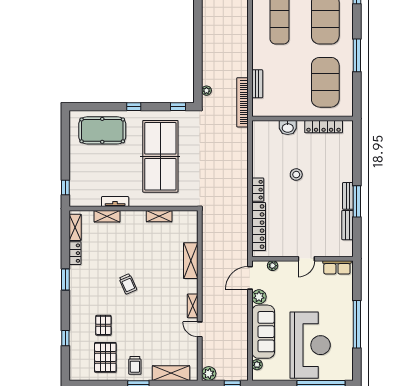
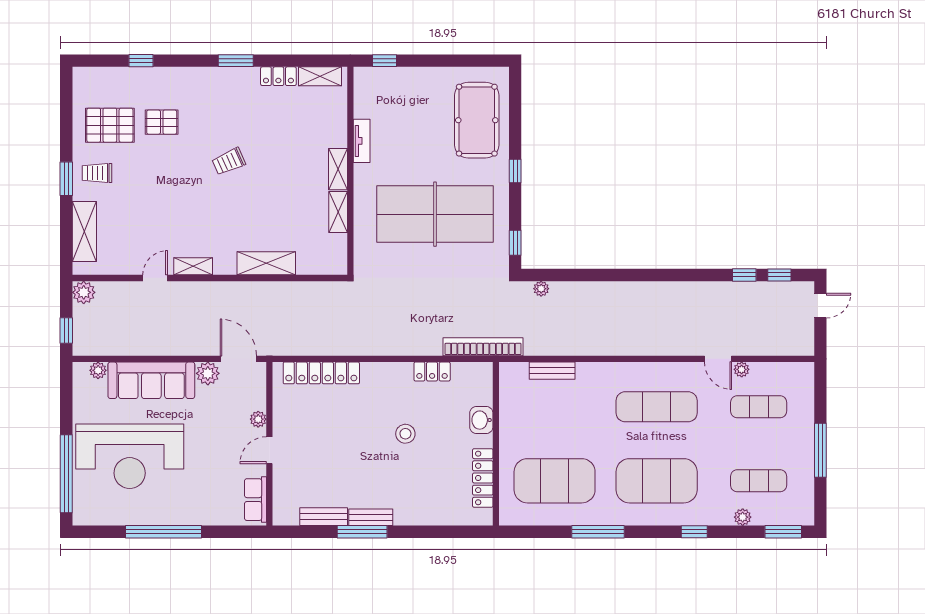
bookcase: (242, 102) -> (483, 347), moved
locker: (258, 190) -> (432, 372), moved
shelving: (107, 216) -> (338, 169), moved
door: (306, 259) -> (269, 450), hinge flipped
plant: (273, 266) -> (258, 419), moved

